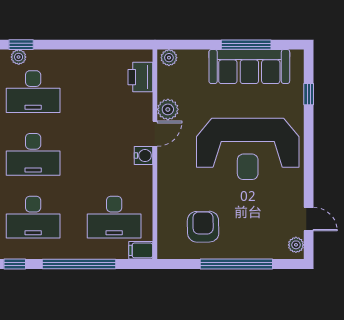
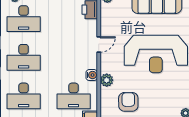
plant: (168, 109) -> (107, 80), moved
water cooler: (144, 156) -> (92, 75), moved

